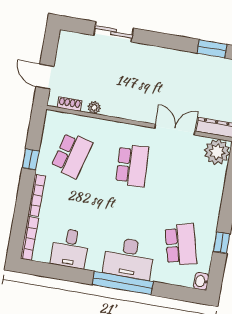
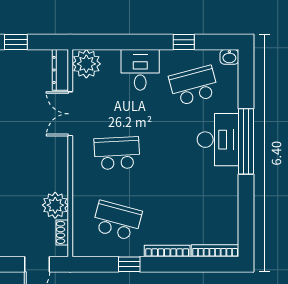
plant: (94, 107) -> (55, 205), width x1.87, depth x1.87
desk: (70, 248) -> (140, 70), moved, turned -90

